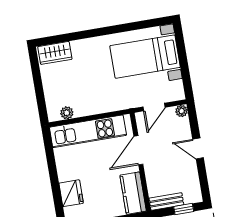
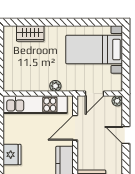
wardrobe: (55, 53) -> (30, 34), moved
plant: (67, 113) -> (55, 86), moved

